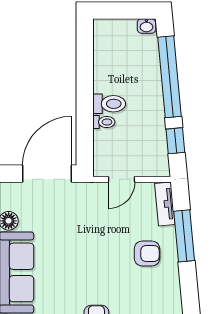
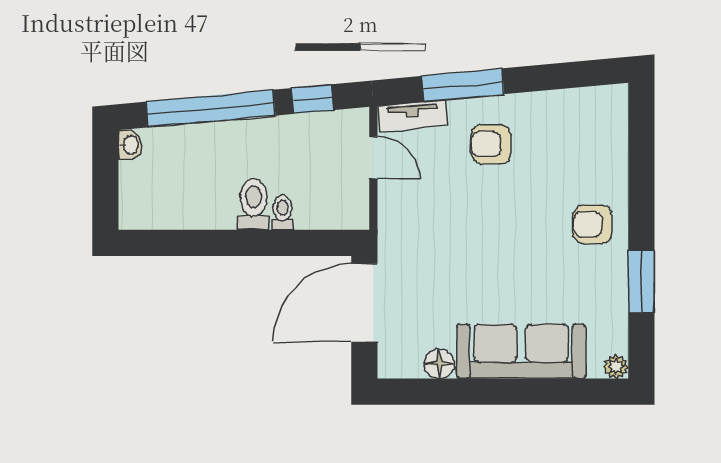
door: (47, 174) -> (364, 303), hinge flipped
door: (121, 179) -> (373, 158), moved
armchair: (147, 253) -> (491, 144), turned -90

